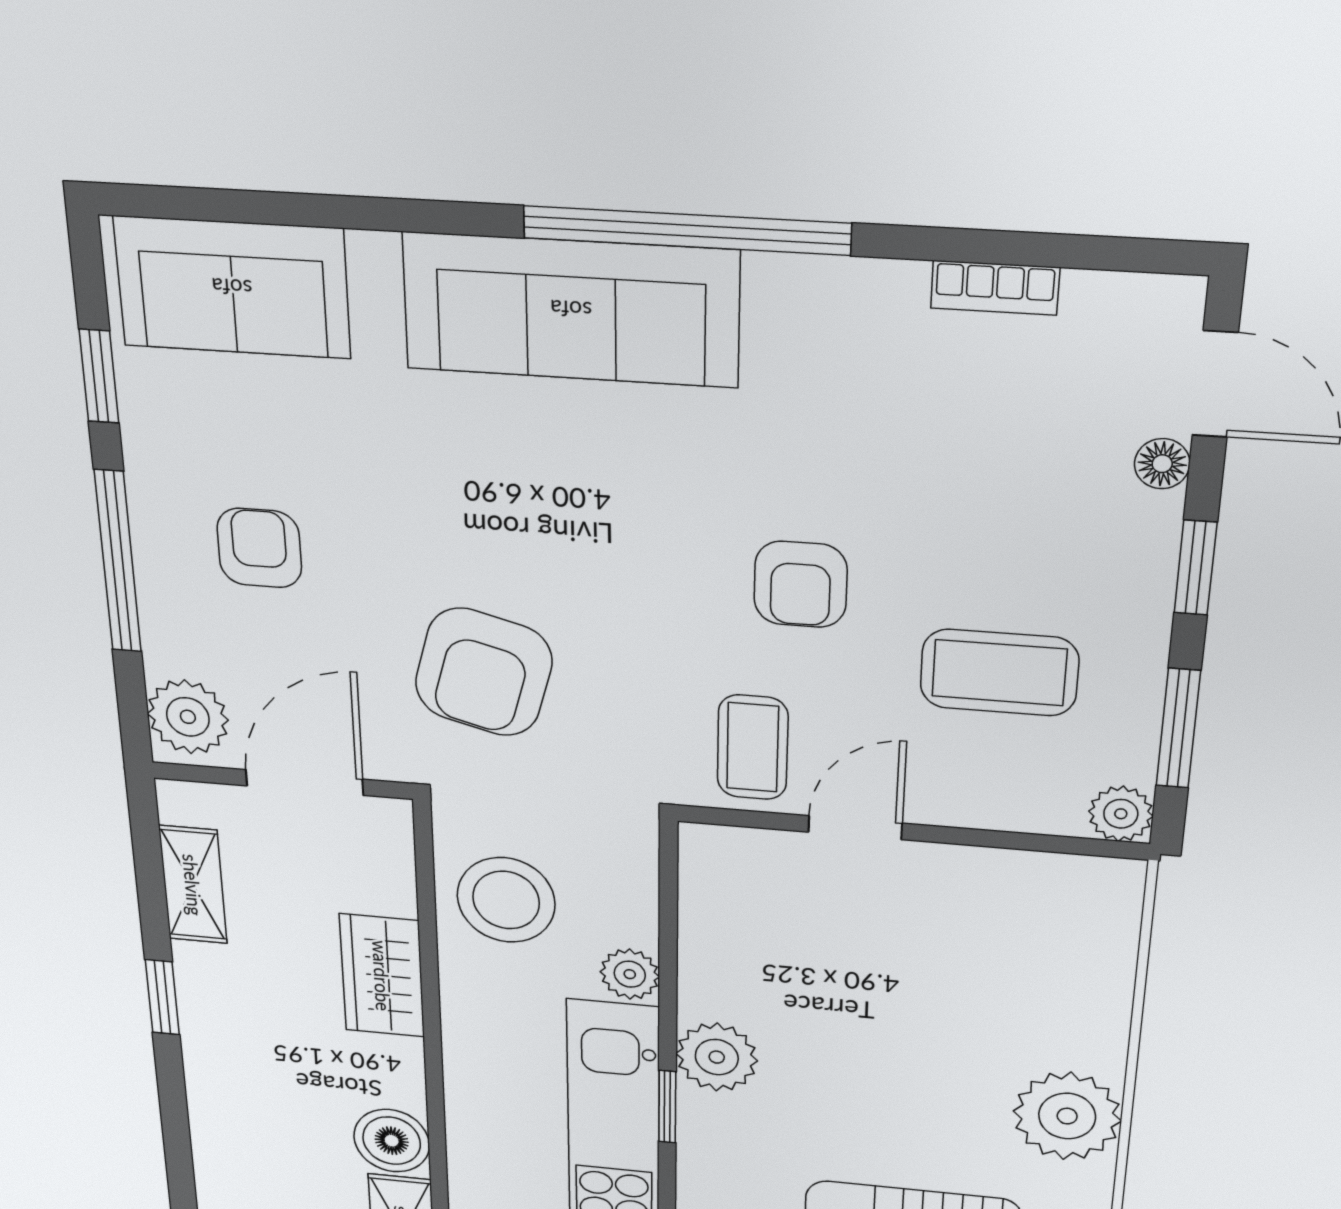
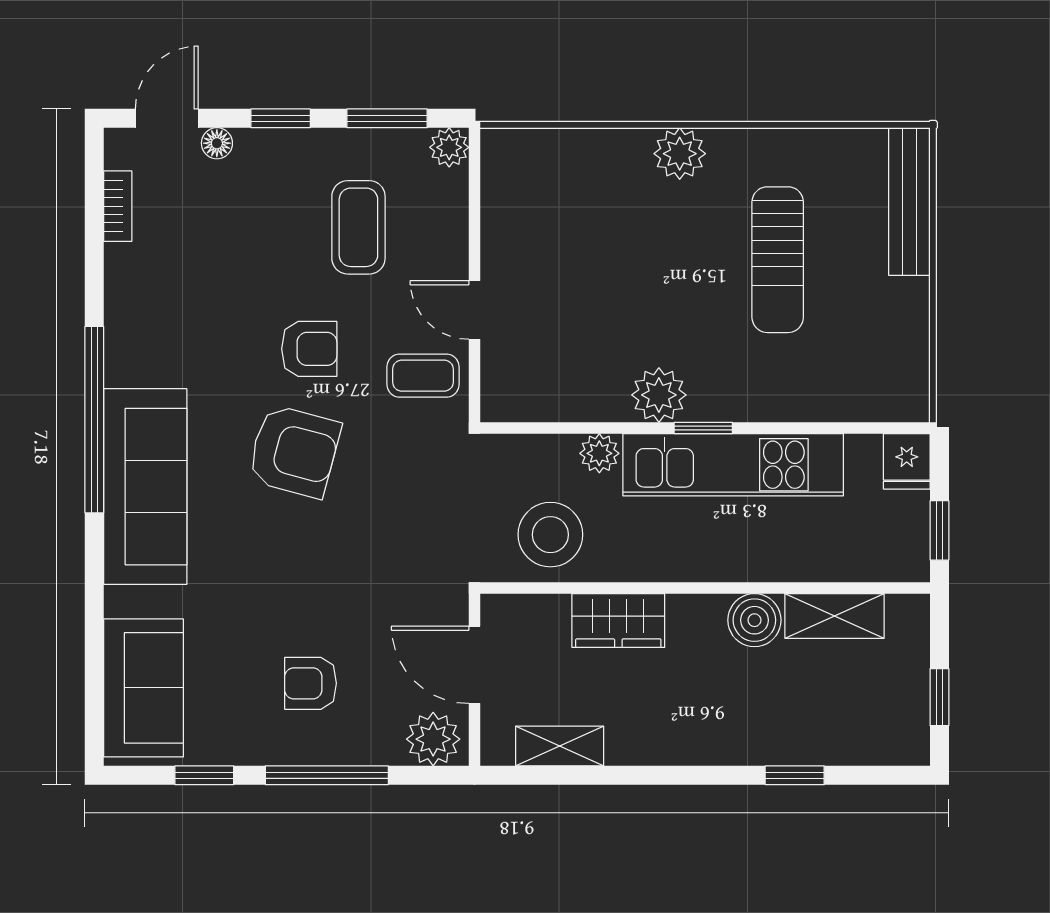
bookcase: (995, 288) -> (118, 206), moved
armchair: (484, 672) -> (294, 451), moved
window: (162, 997) -> (795, 775), moved
plant: (1067, 1116) -> (680, 154), width x0.73, depth x0.73

